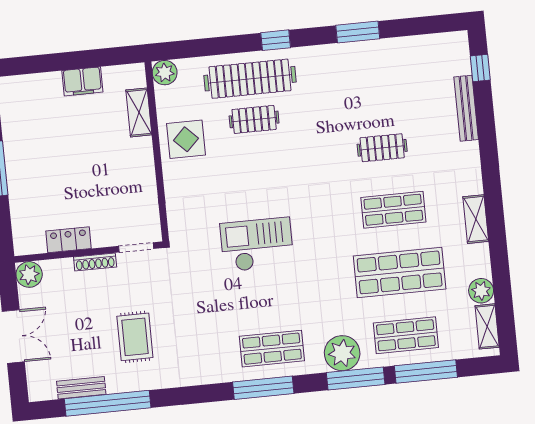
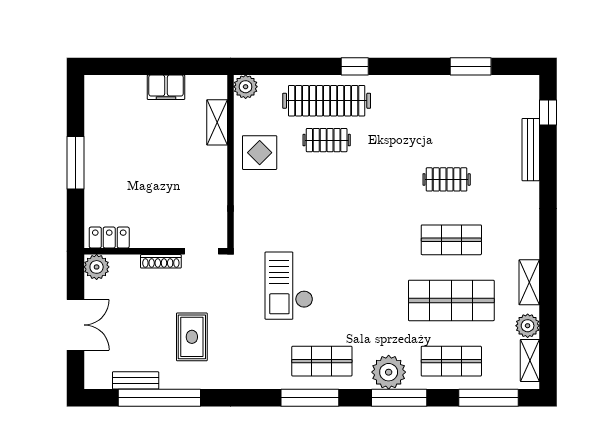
window: (358, 32) -> (471, 66), moved
shelving: (476, 219) -> (529, 282), moved
locker: (68, 240) -> (109, 237), moved
checkout: (257, 245) -> (289, 286), moved, turned -90
window: (426, 371) -> (488, 398), moved

